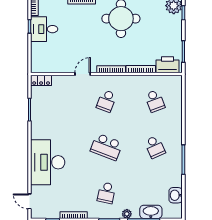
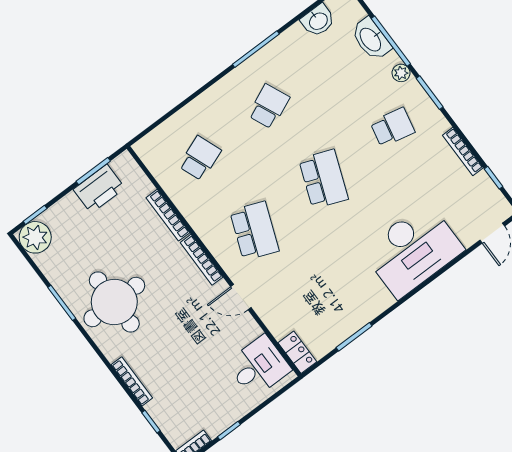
desk: (44, 29) -> (259, 367), moved, turned -90
printer: (168, 65) -> (99, 189), moved, turned -90
school desk: (106, 101) -> (254, 231), width x1.85

